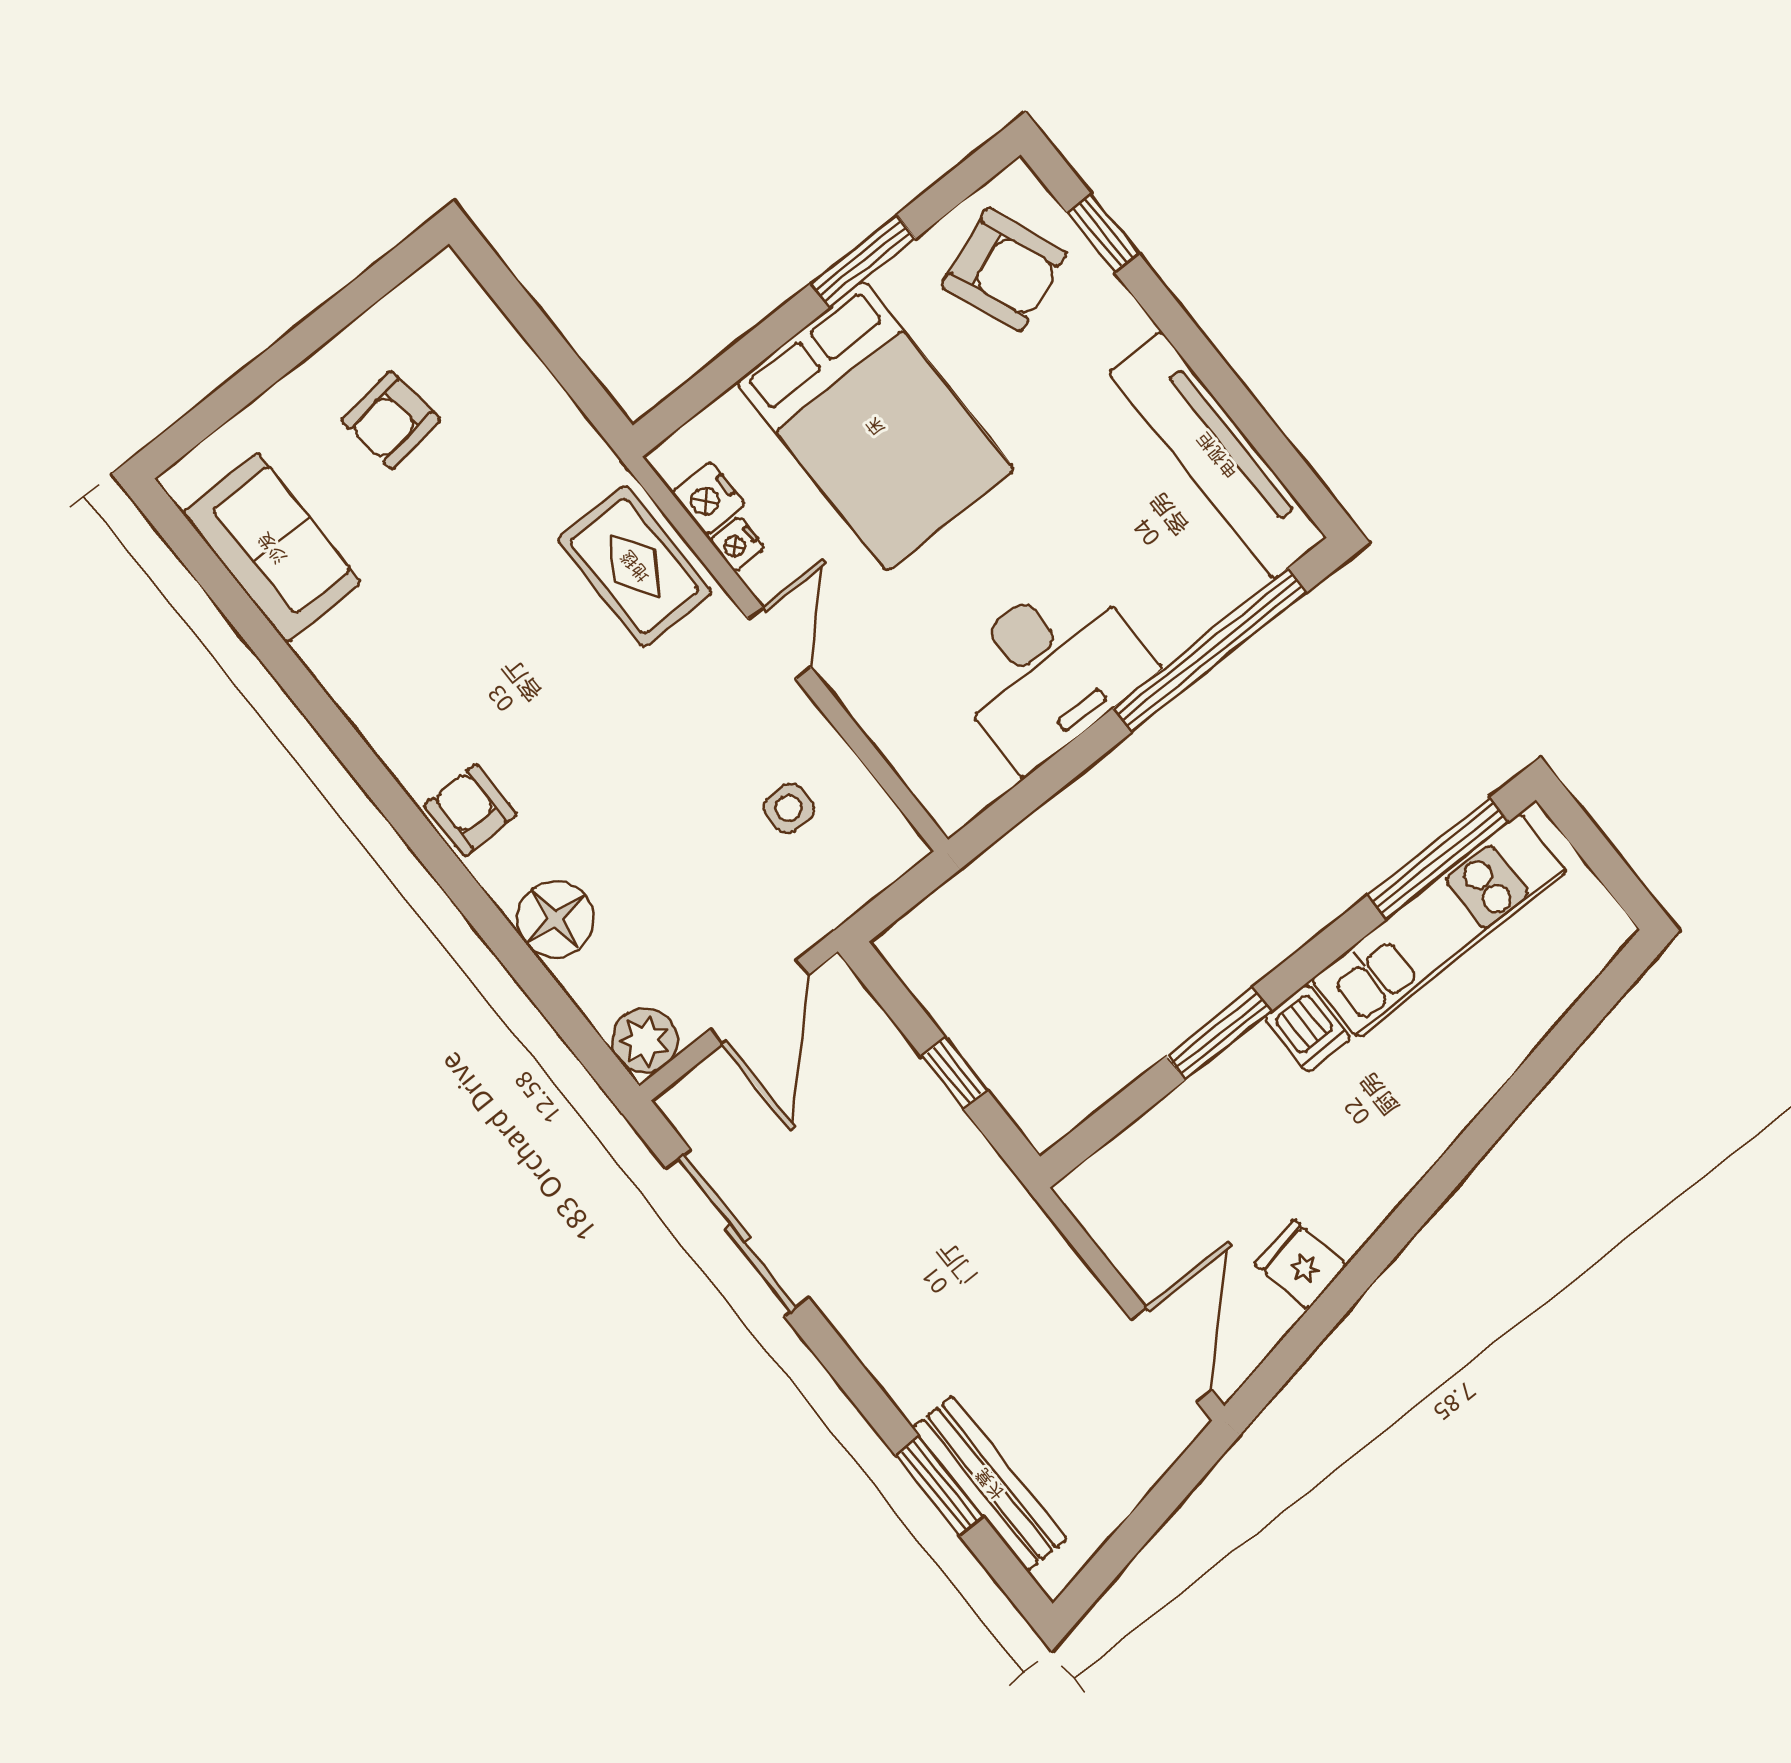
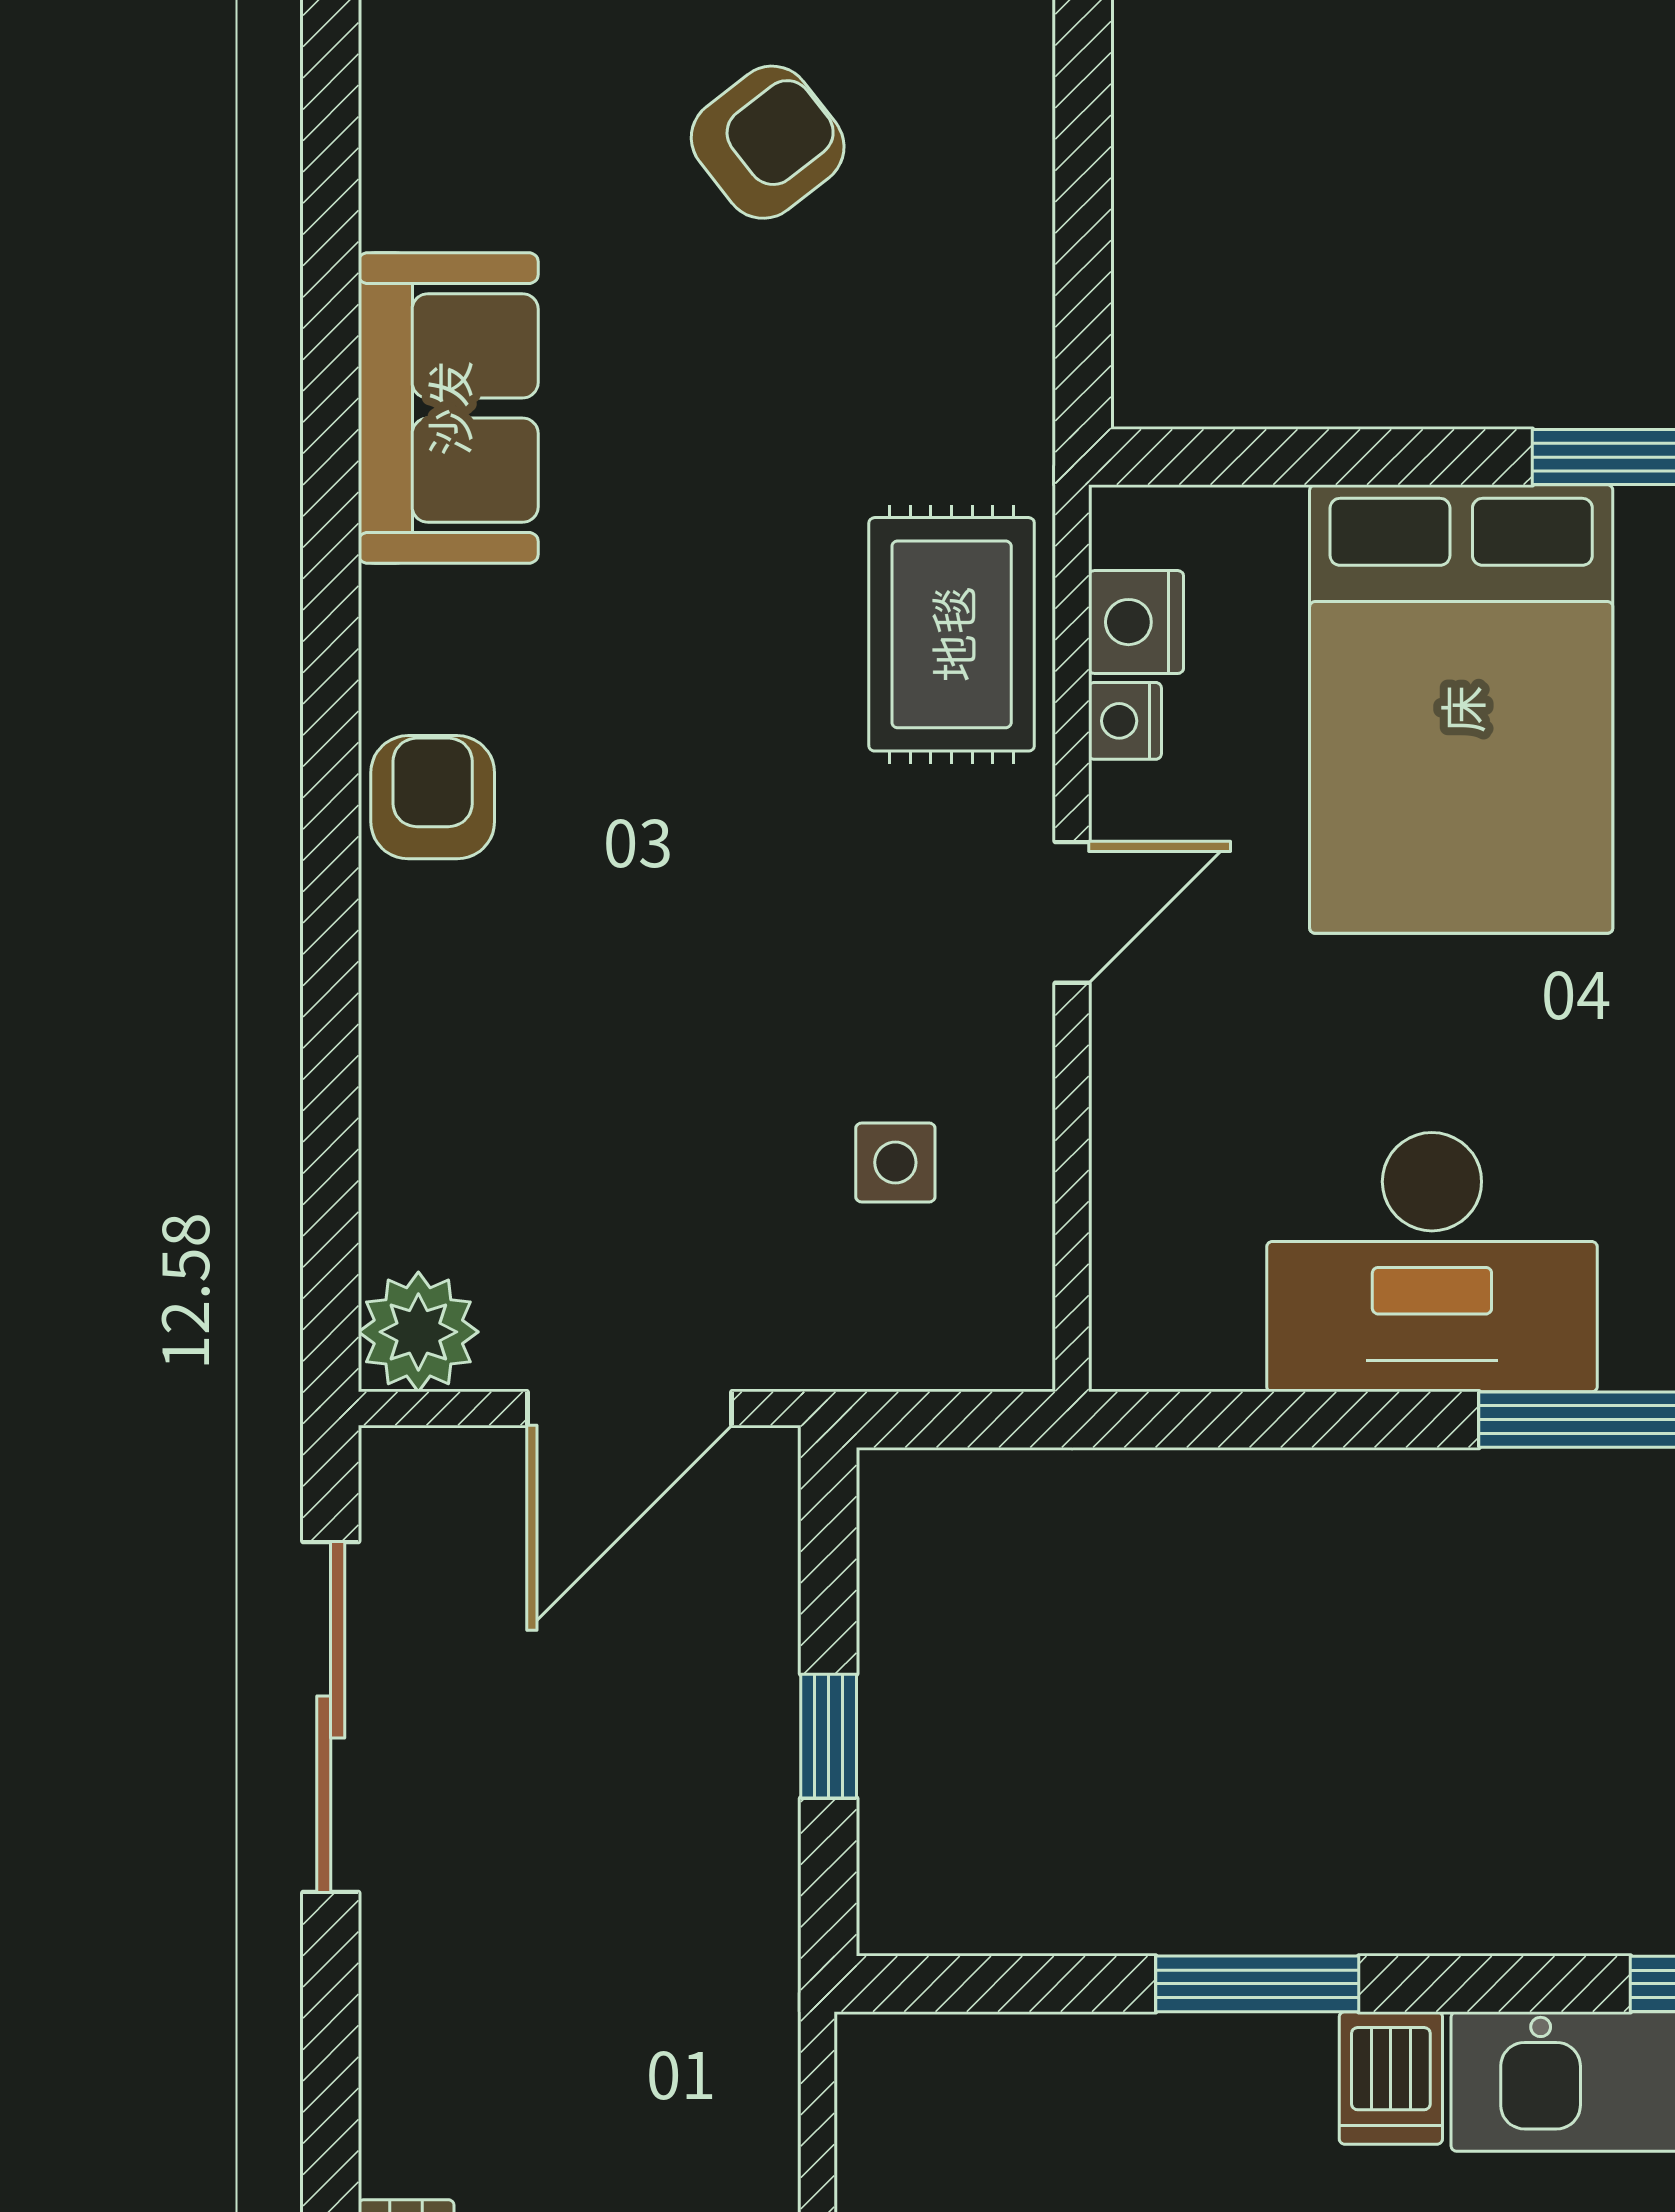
armchair: (391, 420) -> (768, 142), turned 149
sofa: (272, 548) -> (448, 408), moved
floor lamp: (555, 919) -> (429, 1053), removed

